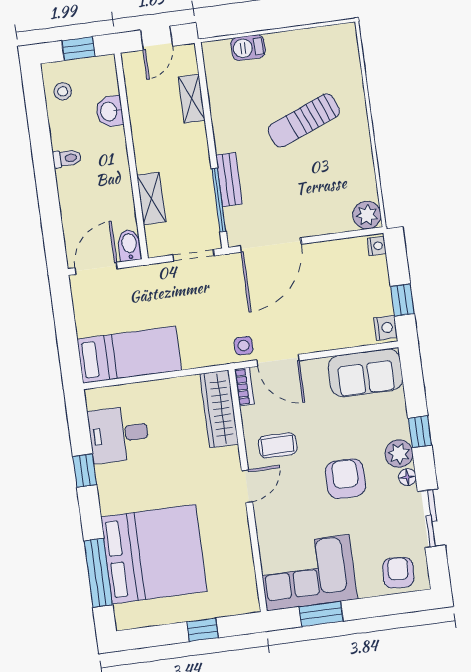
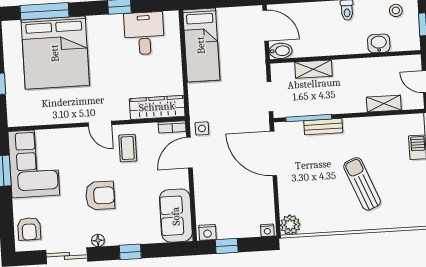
plant: (399, 454) -> (115, 236), removed
armchair: (398, 573) -> (29, 229), turned 86

